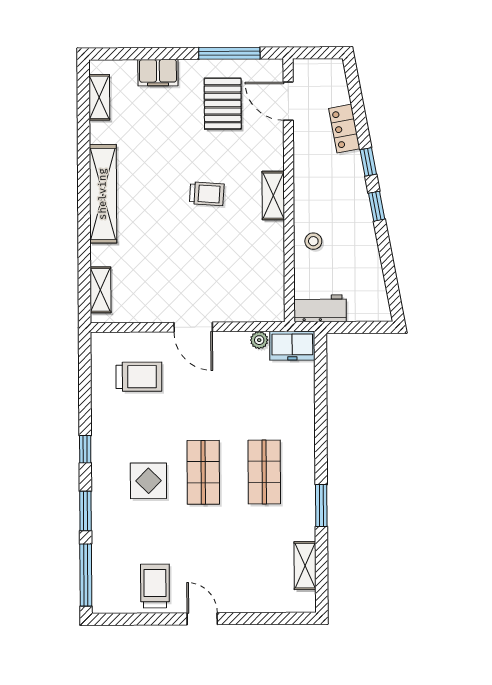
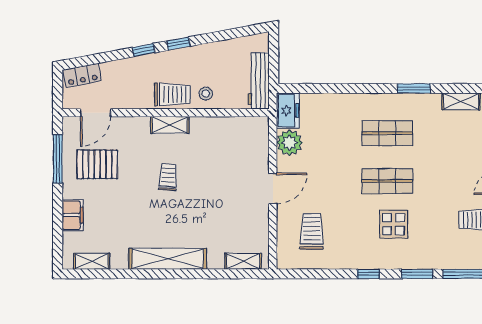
locker: (344, 129) -> (82, 75), moved
trolley: (312, 199) -> (172, 94), added
workbench: (320, 308) -> (259, 81), width x1.38
plant: (259, 340) -> (289, 143), width x1.88, depth x1.88

